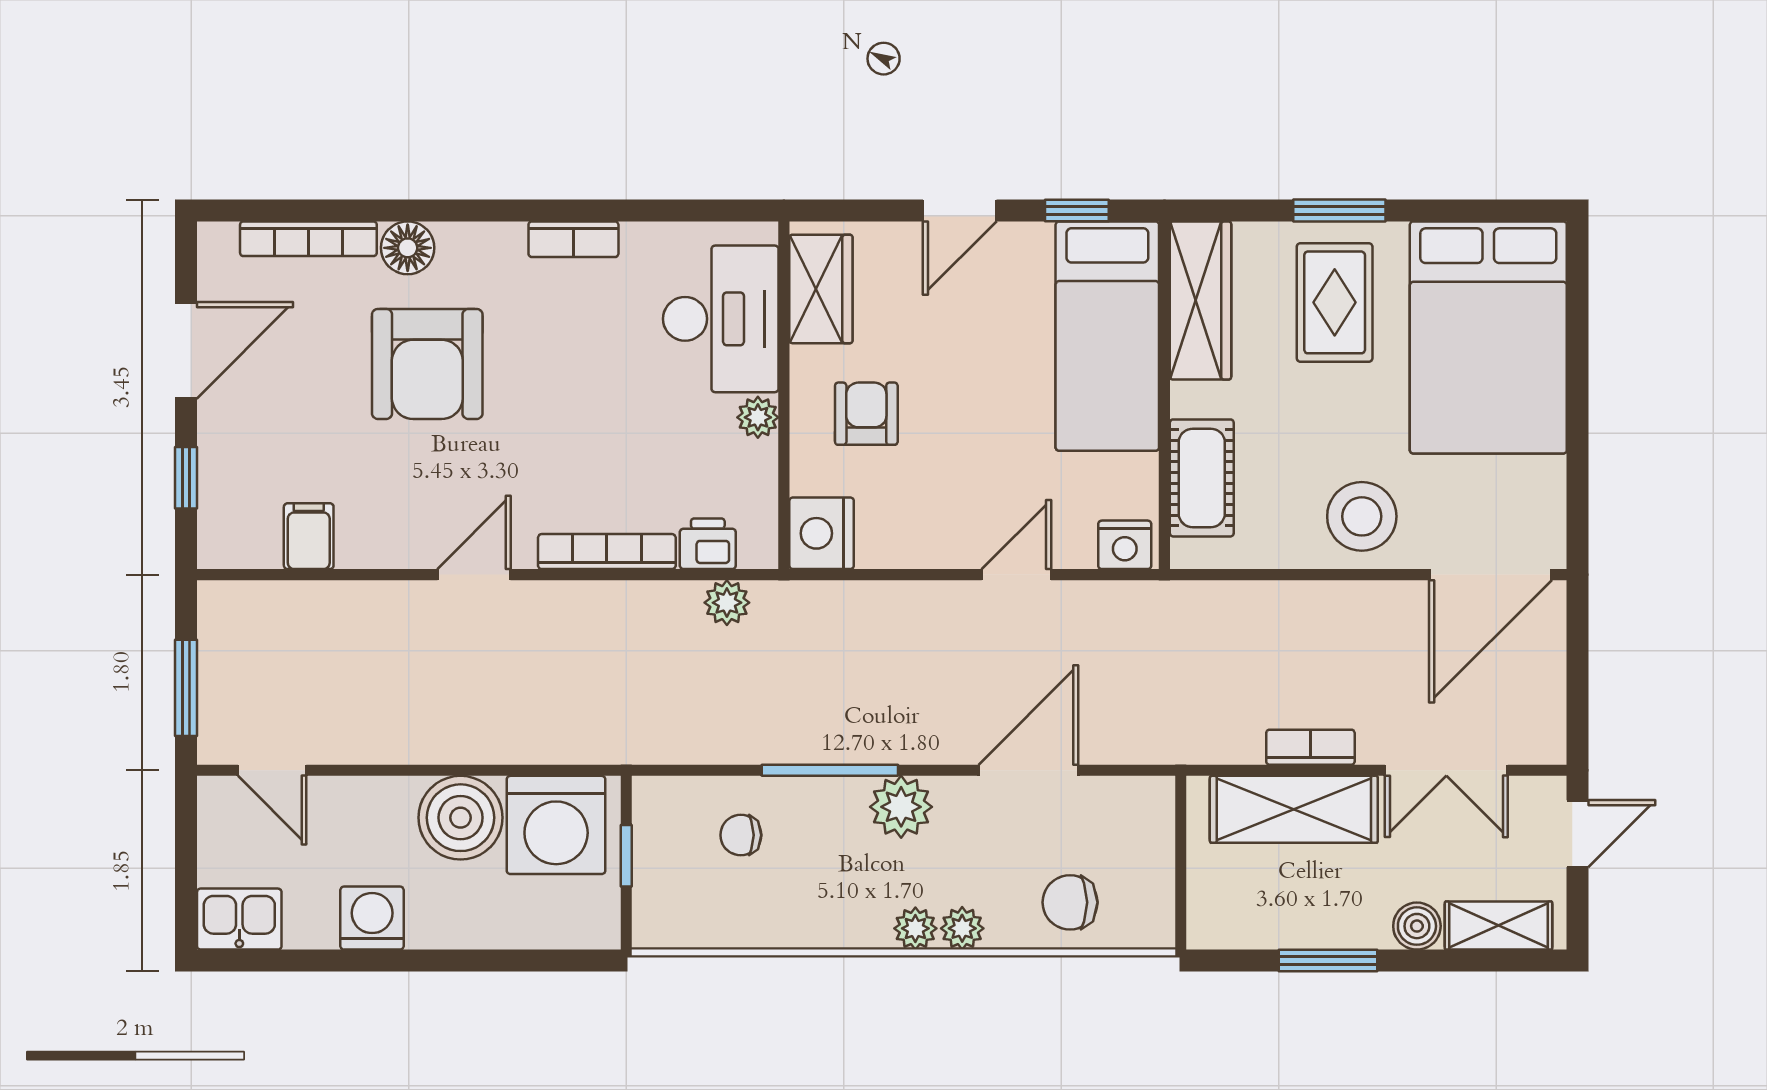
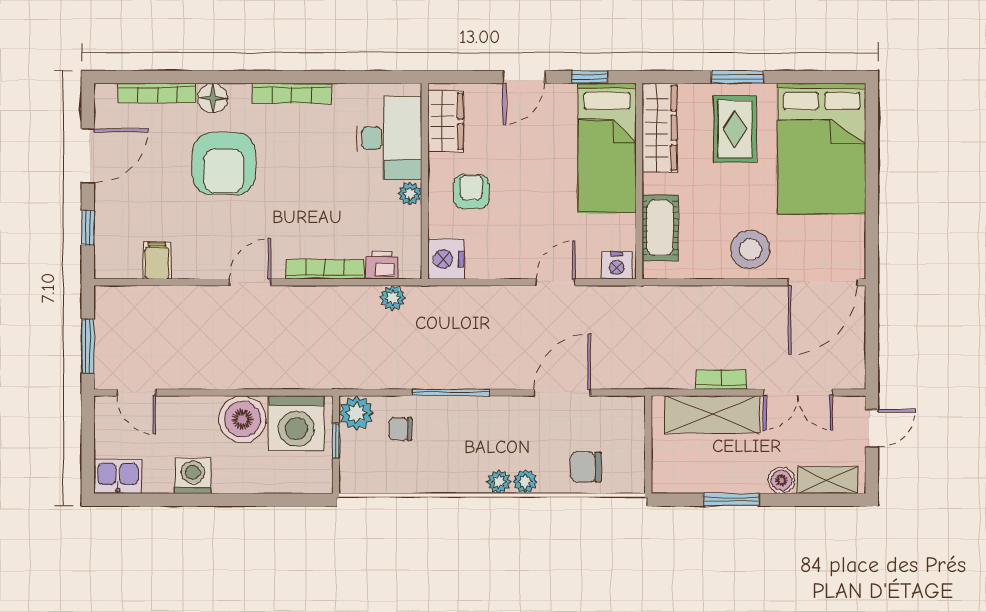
bookcase: (573, 239) -> (292, 93), width x1.56
plant: (901, 807) -> (356, 413), moved

